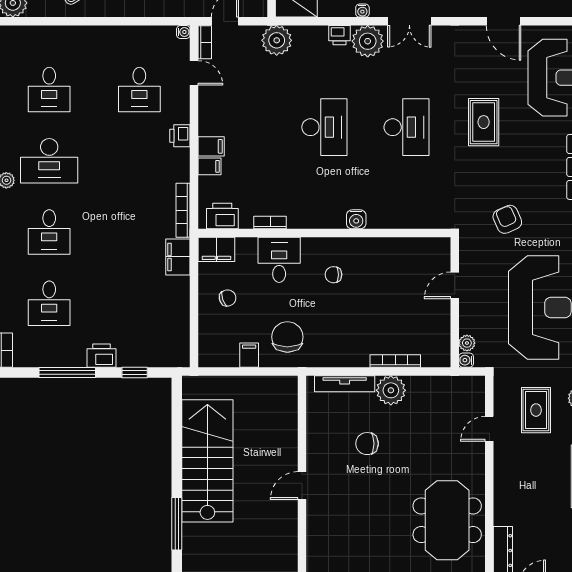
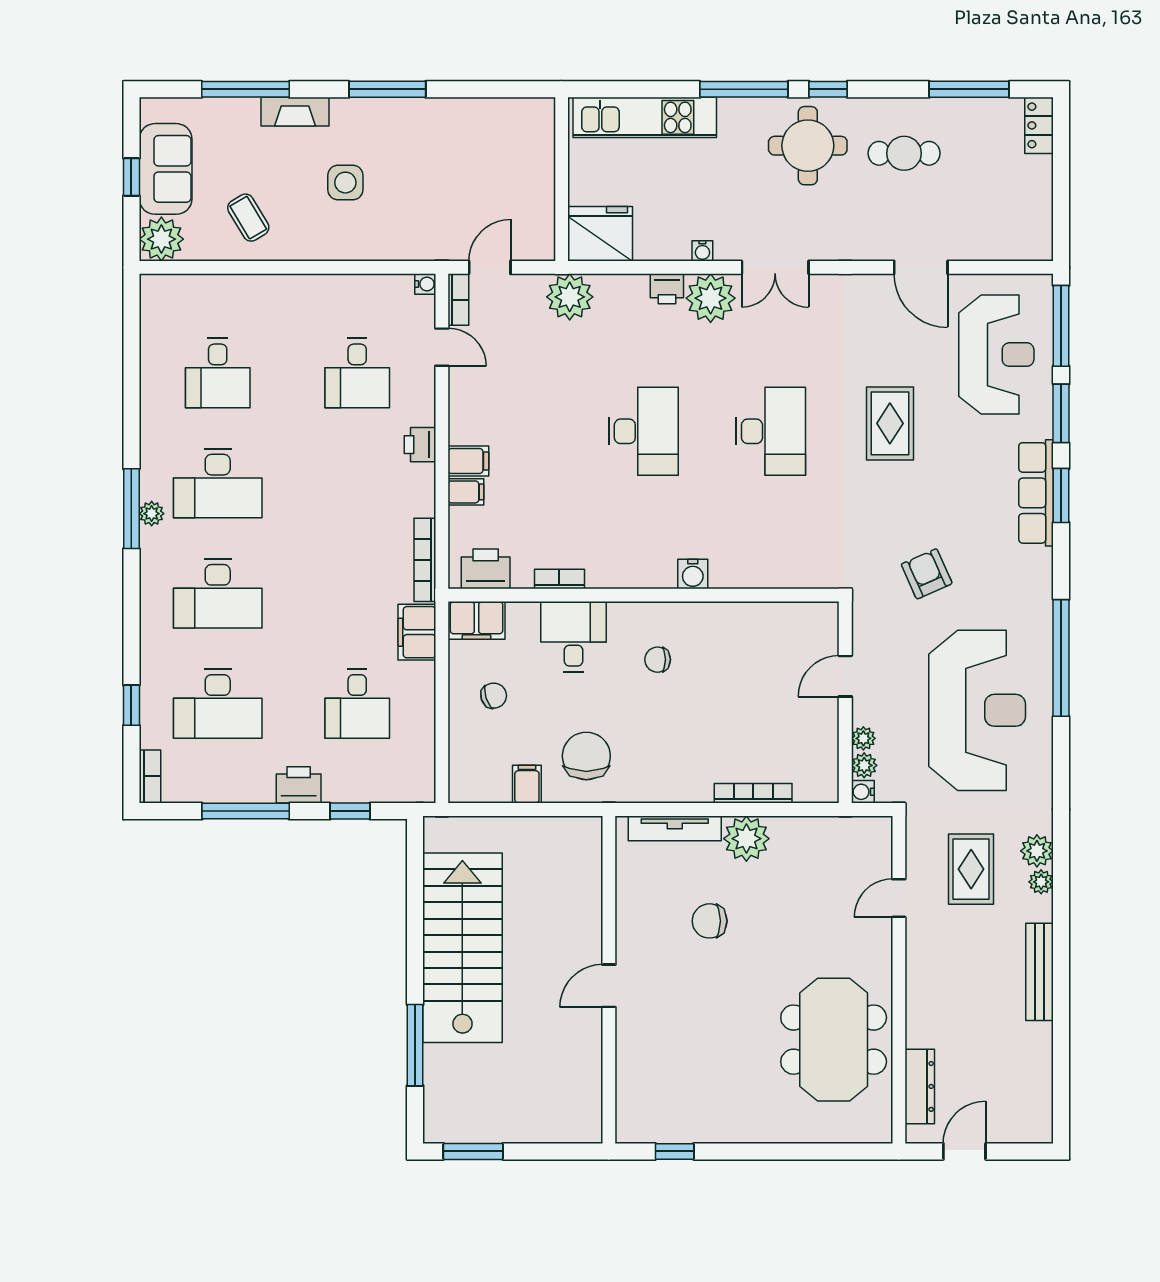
desk: (49, 232) -> (218, 594), width x1.37
desk: (49, 303) -> (218, 704), width x1.37
desk: (139, 303) -> (357, 704), added
plant: (466, 326) -> (863, 738), added

